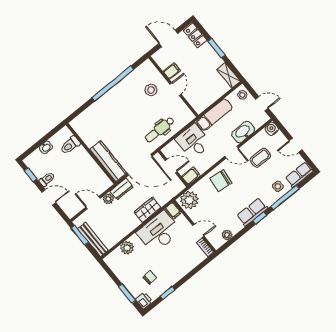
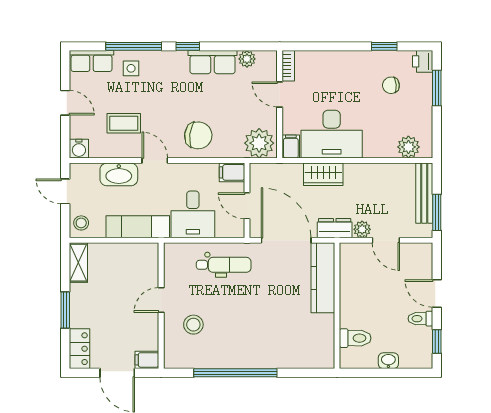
filing cabinet: (172, 71) -> (147, 360), moved
row of seats: (252, 212) -> (213, 62), moved
plant: (127, 248) -> (408, 147), moved

